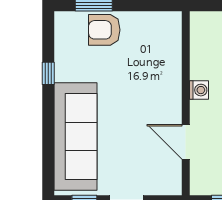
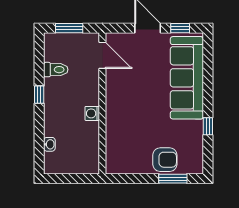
door: (186, 142) -> (102, 55), moved

